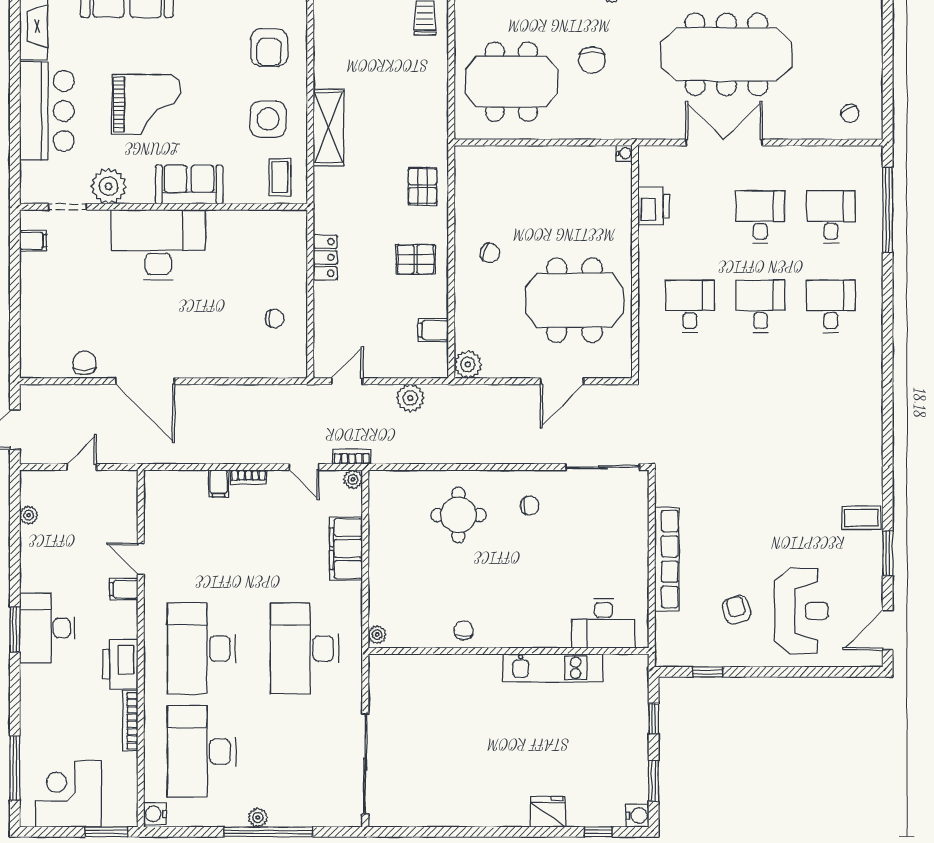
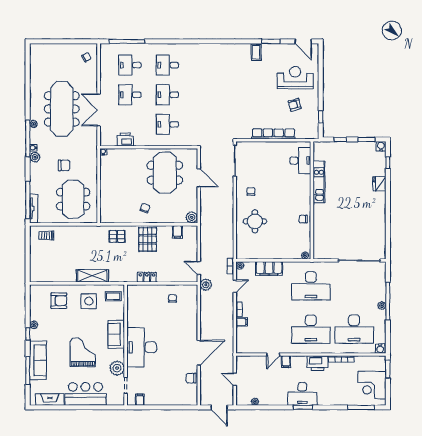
pallet: (415, 259) -> (148, 239), width x1.50, depth x1.42
plant: (410, 398) -> (206, 285), moved

